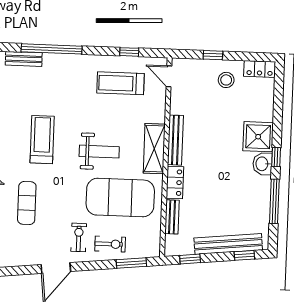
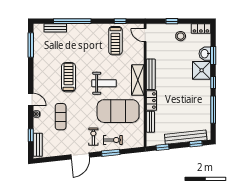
treadmill: (120, 83) -> (115, 41), turned -90
window: (278, 113) -> (213, 55), added
washbasin: (262, 164) -> (205, 54), moved
window: (131, 263) -> (111, 153), moved

